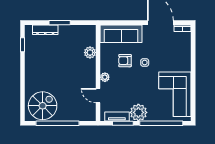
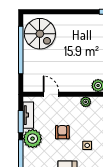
armchair: (125, 61) -> (62, 132), moved
plant: (105, 77) -> (86, 102), moved
door: (98, 96) -> (51, 94), hinge flipped

